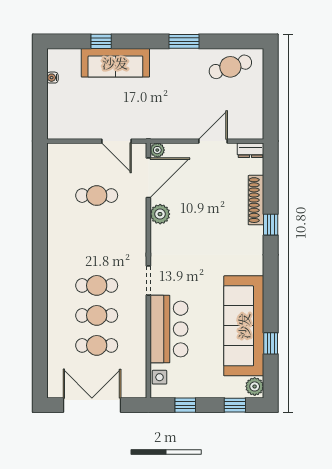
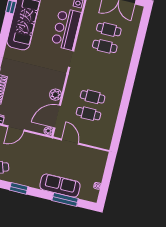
window: (101, 41) -> (65, 200), width x2.17
cafe table: (97, 285) -> (93, 97), moved

